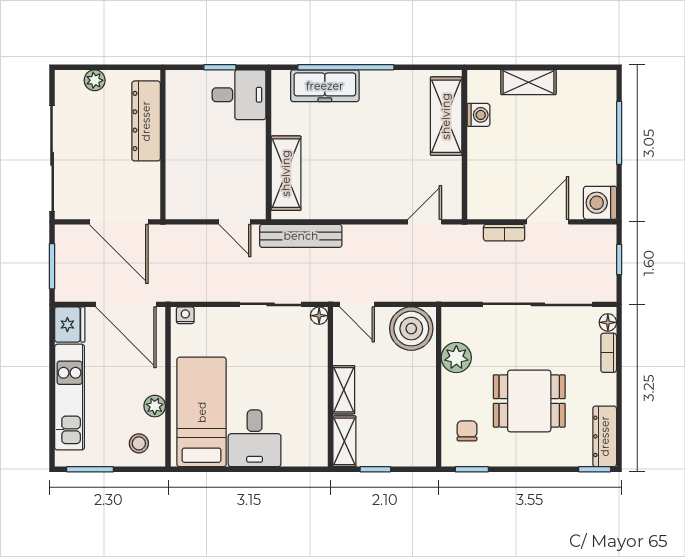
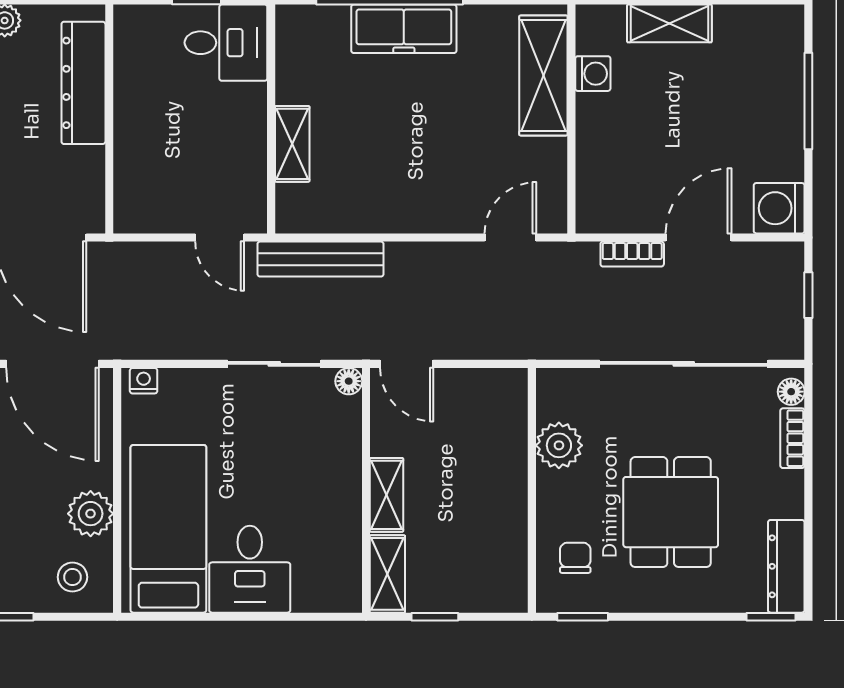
freezer: (325, 86) -> (404, 29), moved
shelving: (286, 173) -> (292, 144), width x0.67, depth x0.75
boiler: (411, 329) -> (490, 401), removed
dining table: (529, 401) -> (671, 512), turned 90
plant: (155, 406) -> (91, 514), width x1.38, depth x1.38

